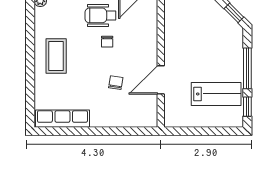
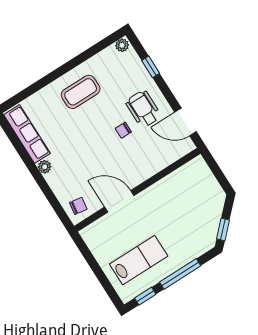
chair: (116, 83) -> (78, 206), moved
lab bench: (216, 94) -> (139, 260), turned -90
plant: (97, 121) -> (45, 167), added

